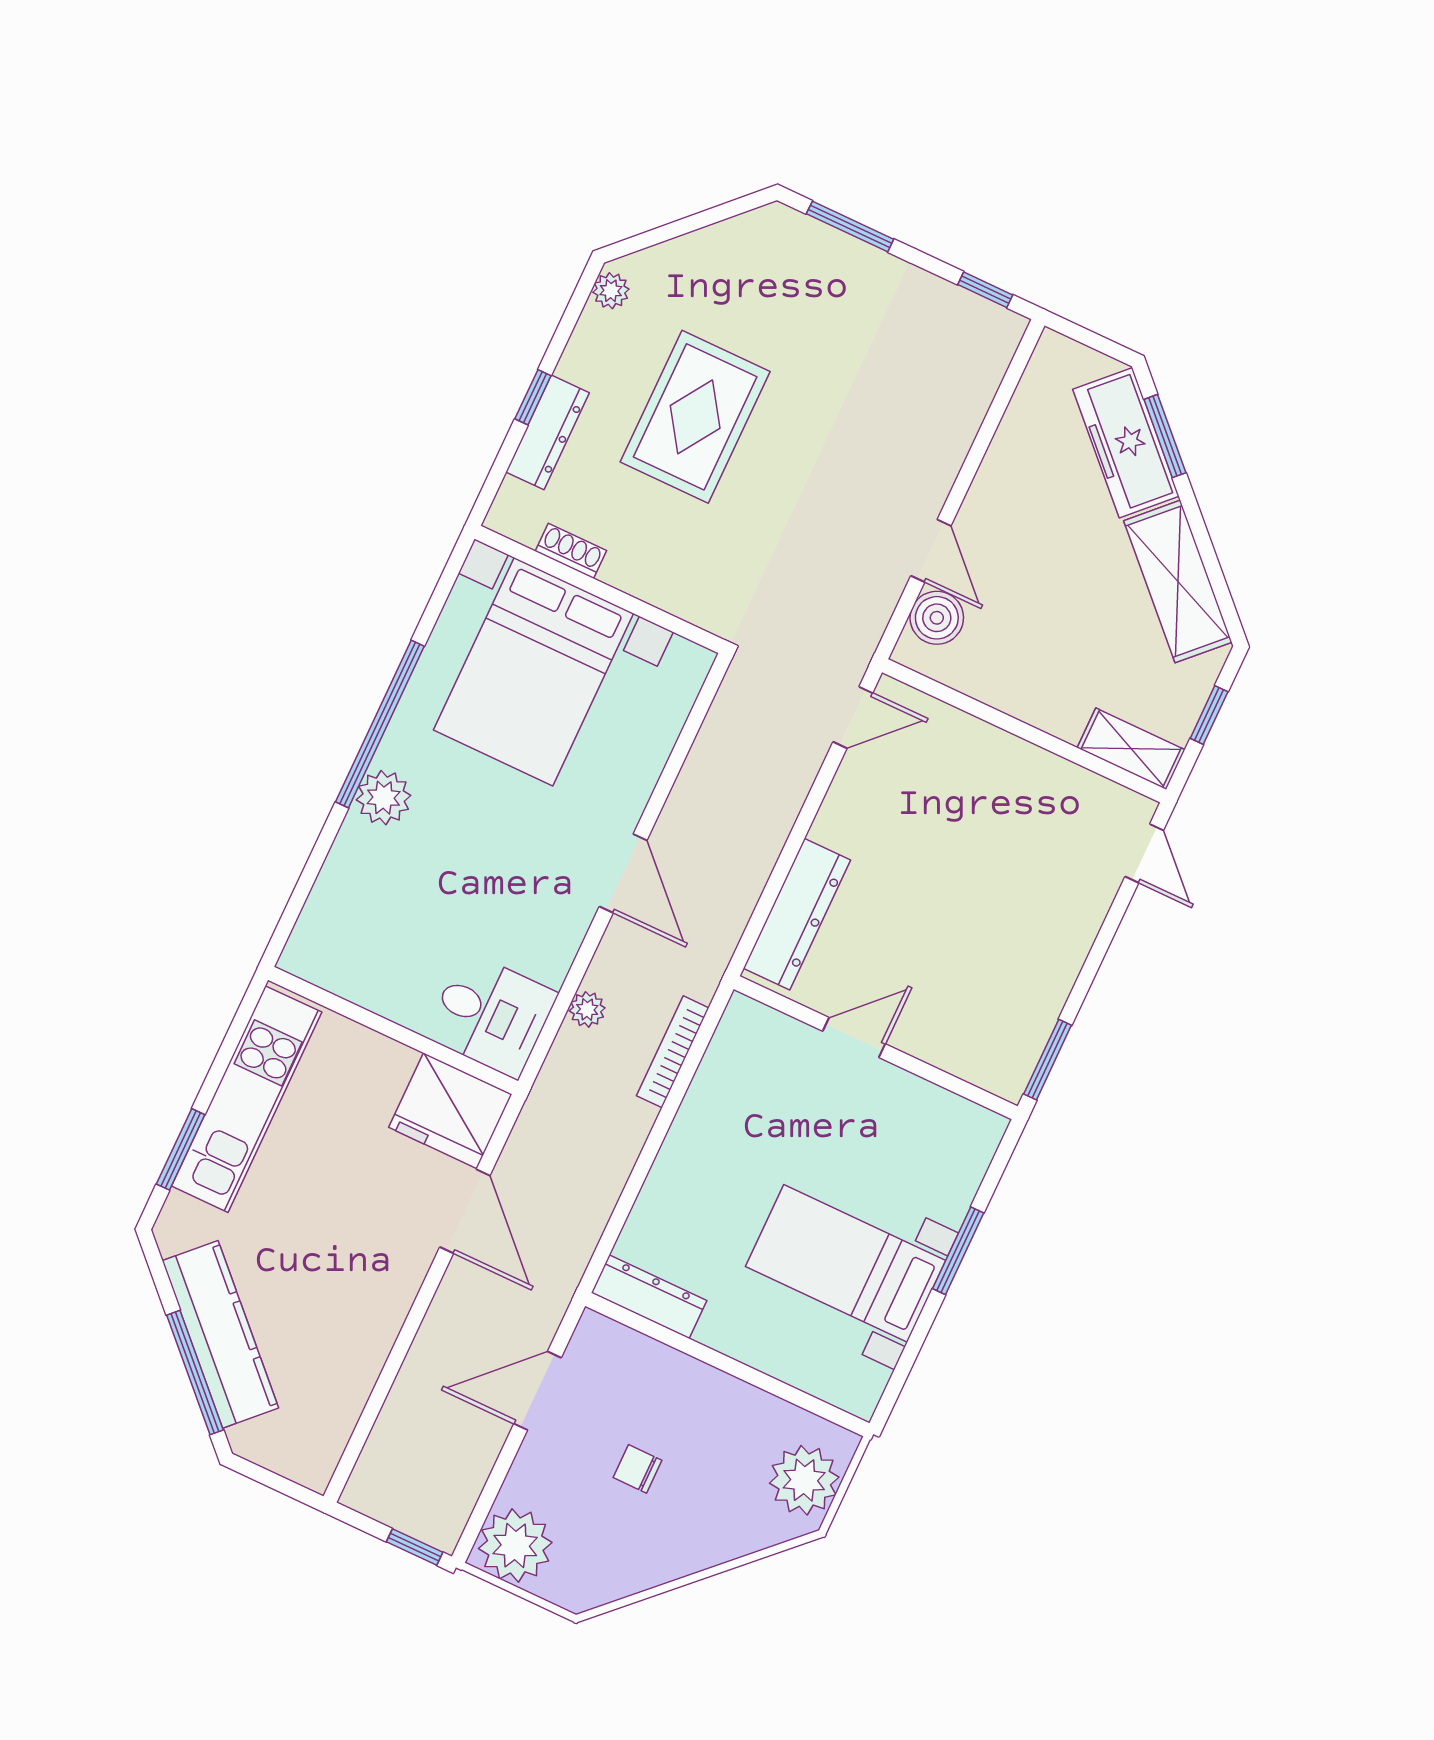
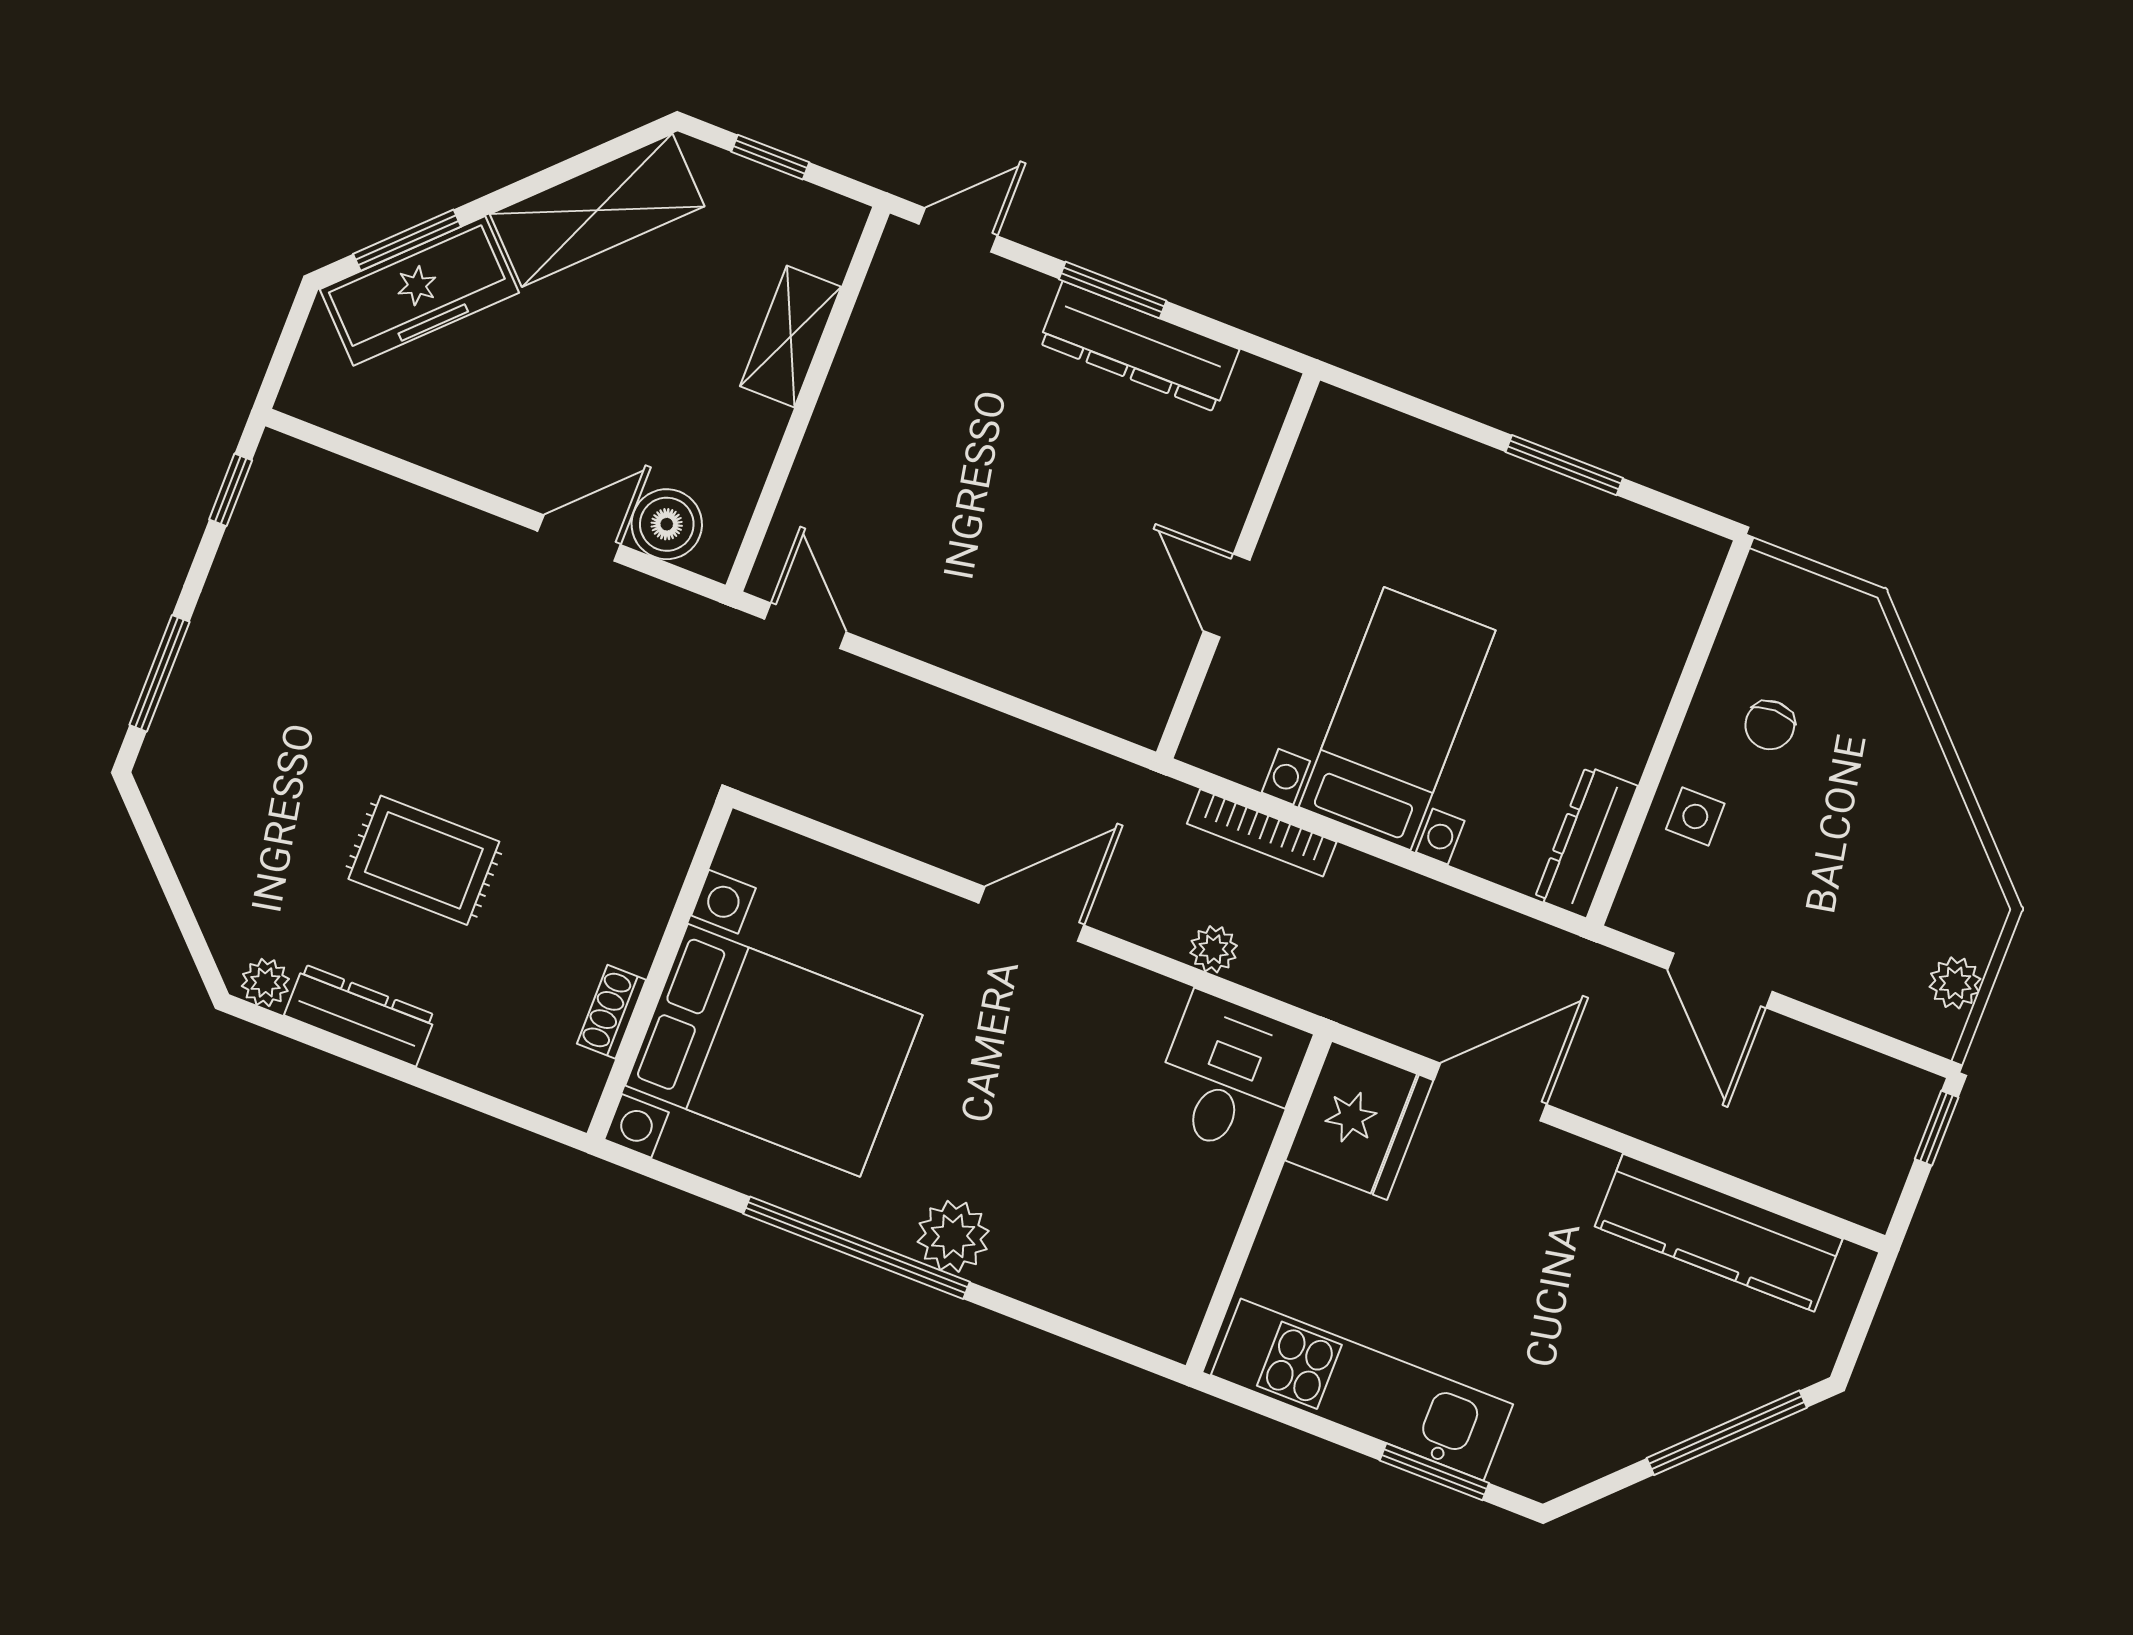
window: (533, 397) -> (413, 1076), removed
rug: (695, 417) -> (424, 860), width x0.73, depth x0.70
dresser: (548, 432) -> (360, 1015), moved
shelving: (1131, 749) -> (791, 337), moved
dresser: (797, 914) -> (1139, 346), moved, turned 180
window: (1048, 1060) -> (1113, 290), moved
window: (958, 1251) -> (1564, 465), moved
bed with nightstands: (846, 1263) -> (1397, 719), moved, turned 180
kitchen counter: (220, 1334) -> (1719, 1233), moved, turned -135
side table: (663, 1381) -> (1695, 816), added
chair: (638, 1469) -> (1770, 725), moved
plant: (804, 1480) -> (1814, 621), removed
plant: (515, 1546) -> (1955, 983), width x0.53, depth x0.53

